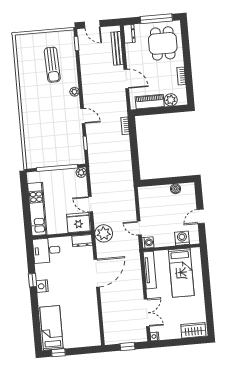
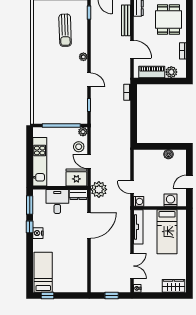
stool: (78, 189) -> (79, 147), added
desk: (47, 250) -> (57, 201), moved, turned 90
window: (30, 257) -> (30, 205), added

